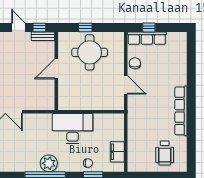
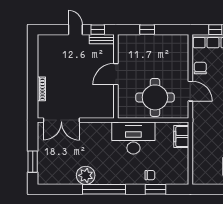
round table: (90, 52) -> (155, 97), moved
filing cabinet: (117, 152) -> (181, 137), moved
plant: (49, 163) -> (86, 175), moved

